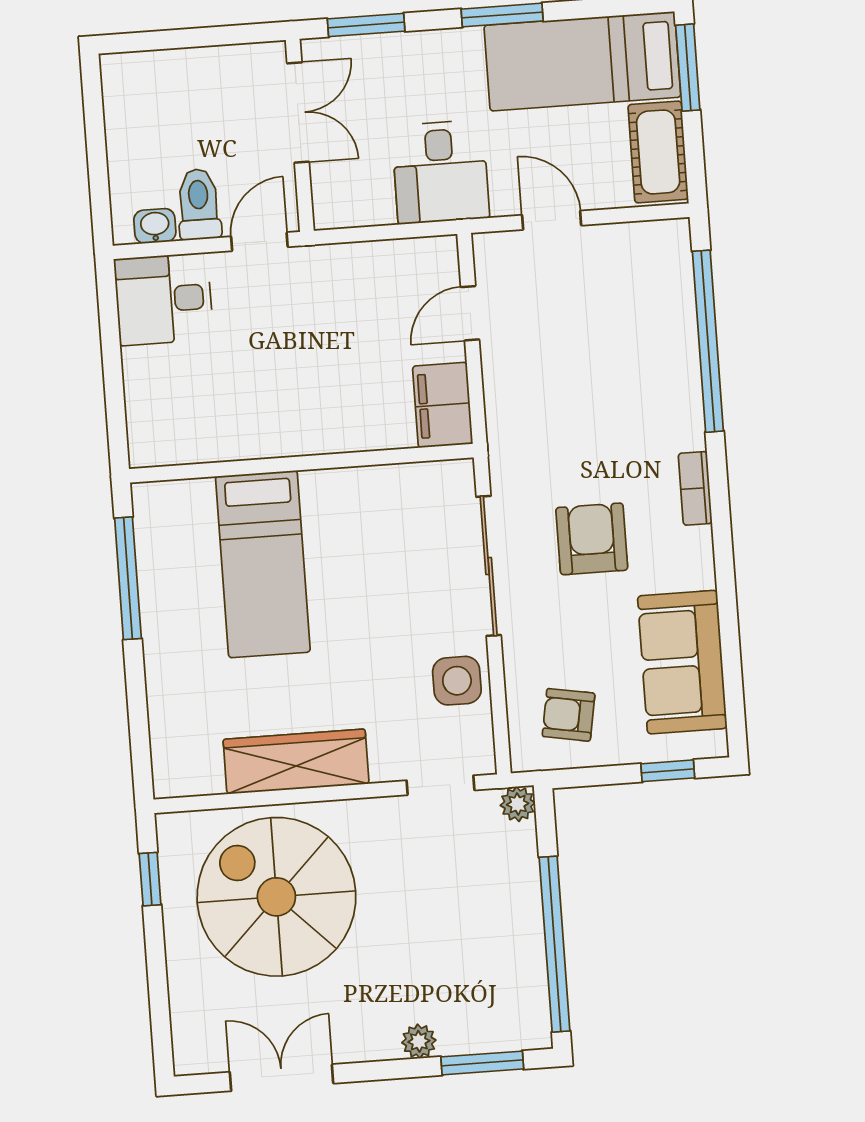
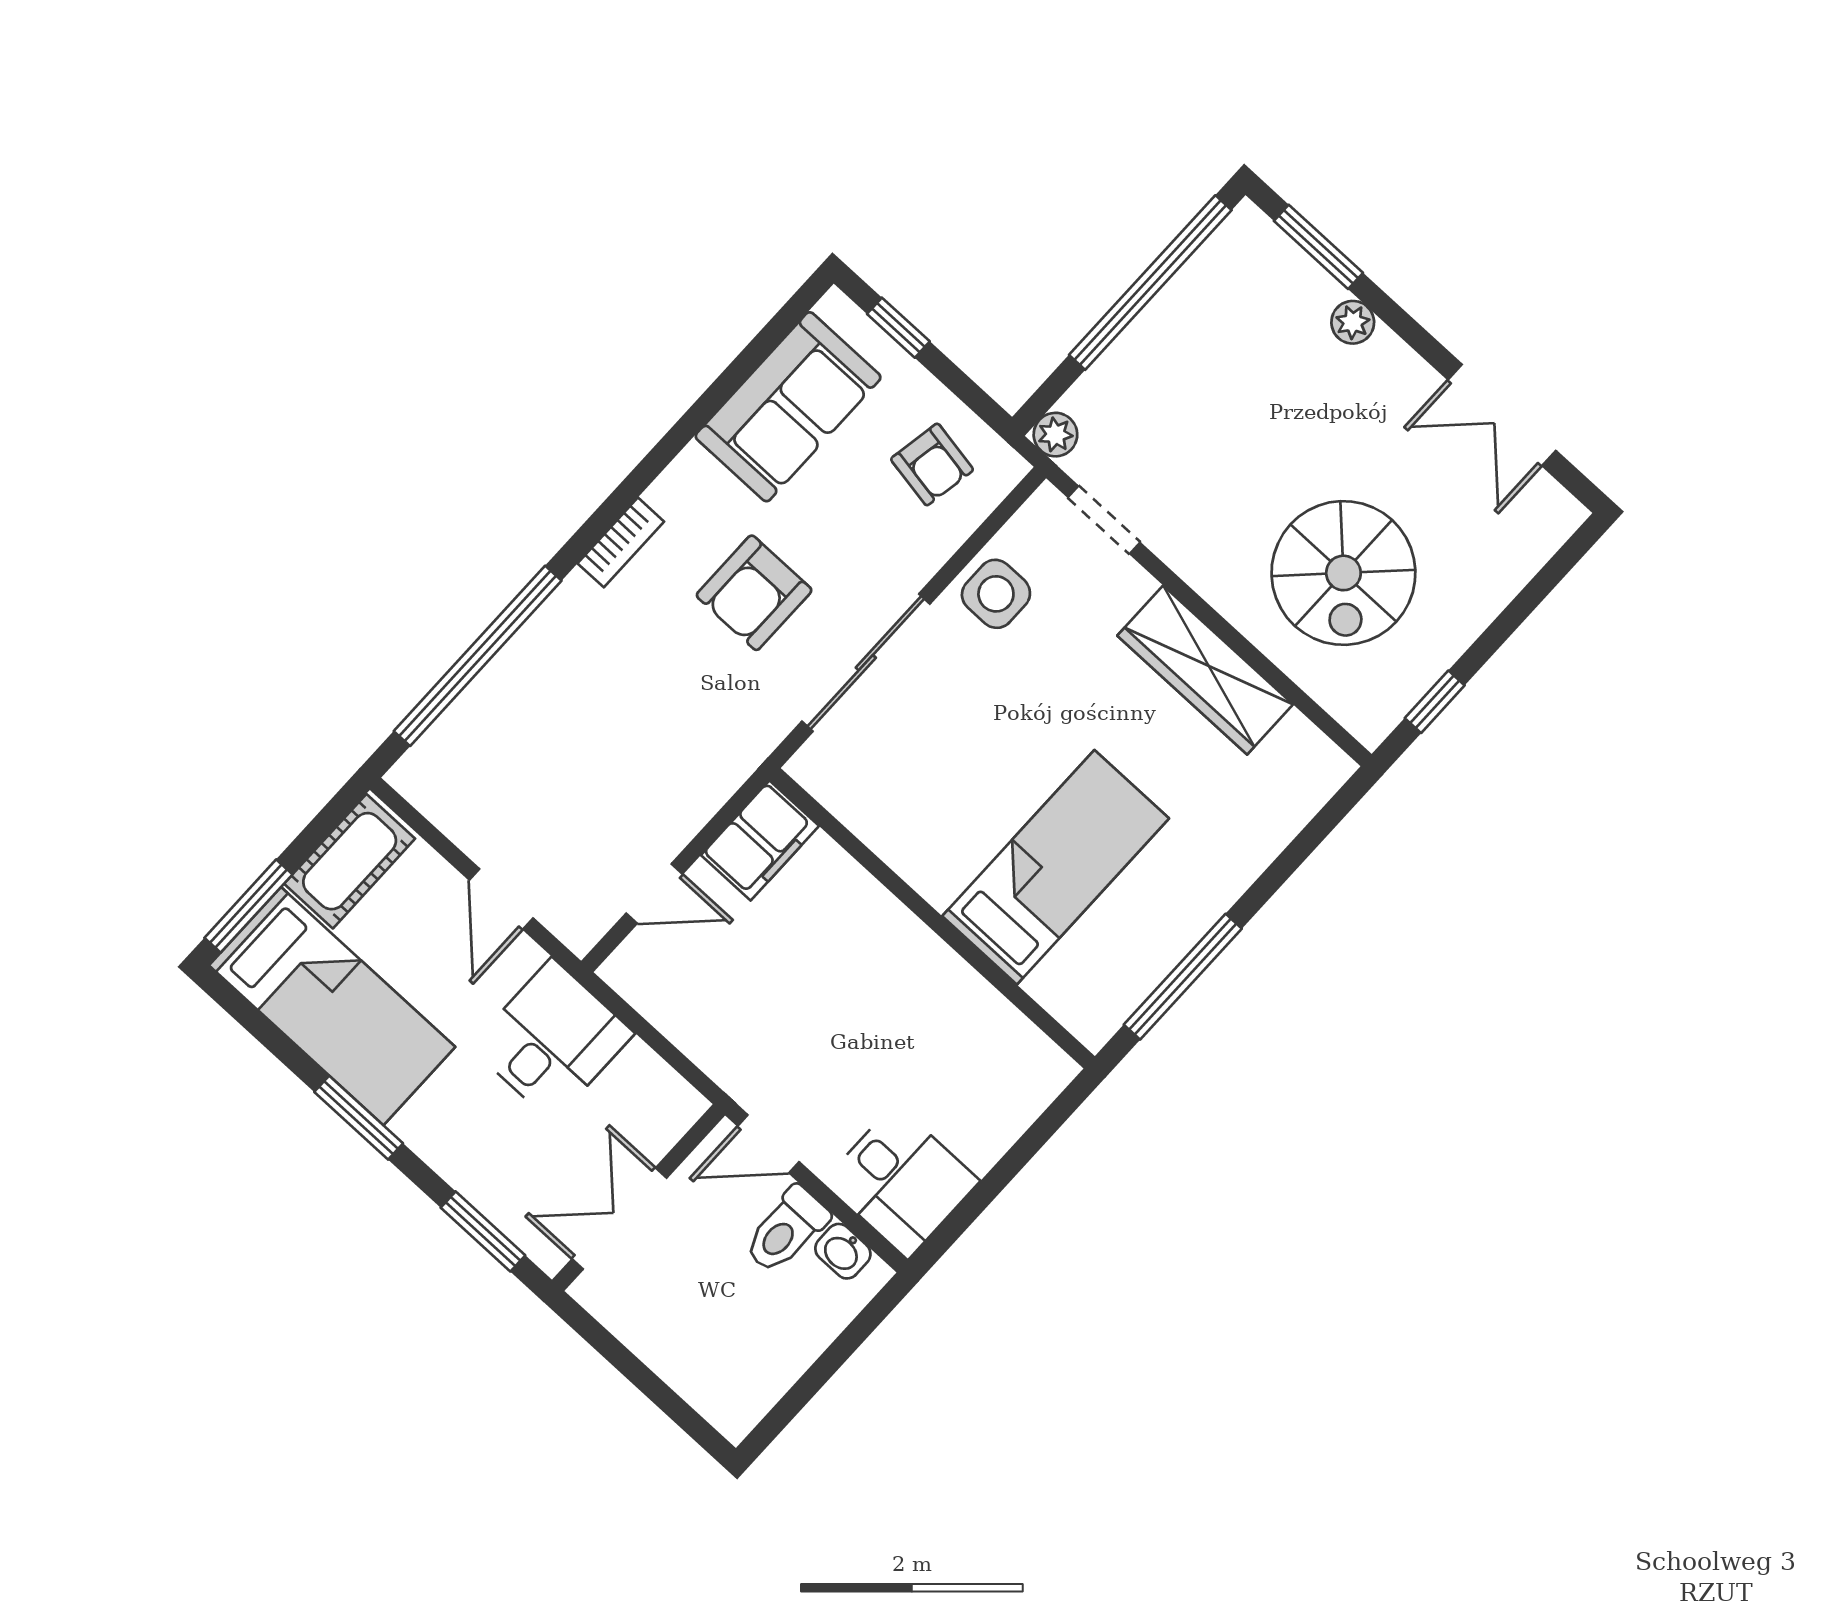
spiral stairs: (276, 897) -> (1343, 573), width x0.73, depth x0.73

